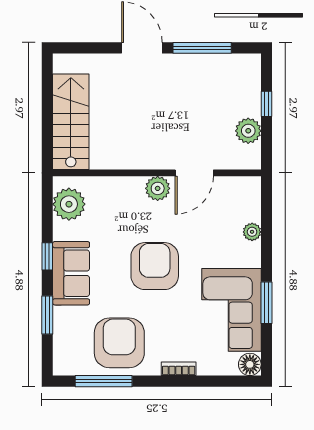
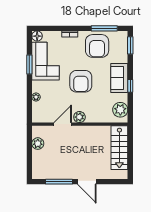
window: (267, 104) -> (29, 156), removed
window: (47, 315) -> (130, 45), moved

